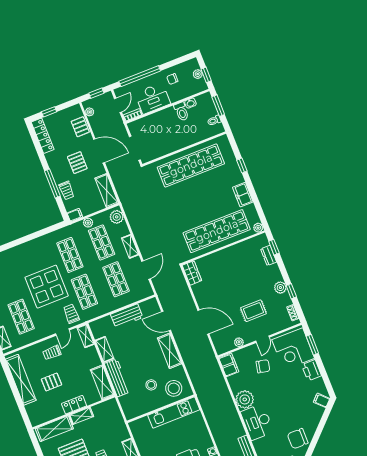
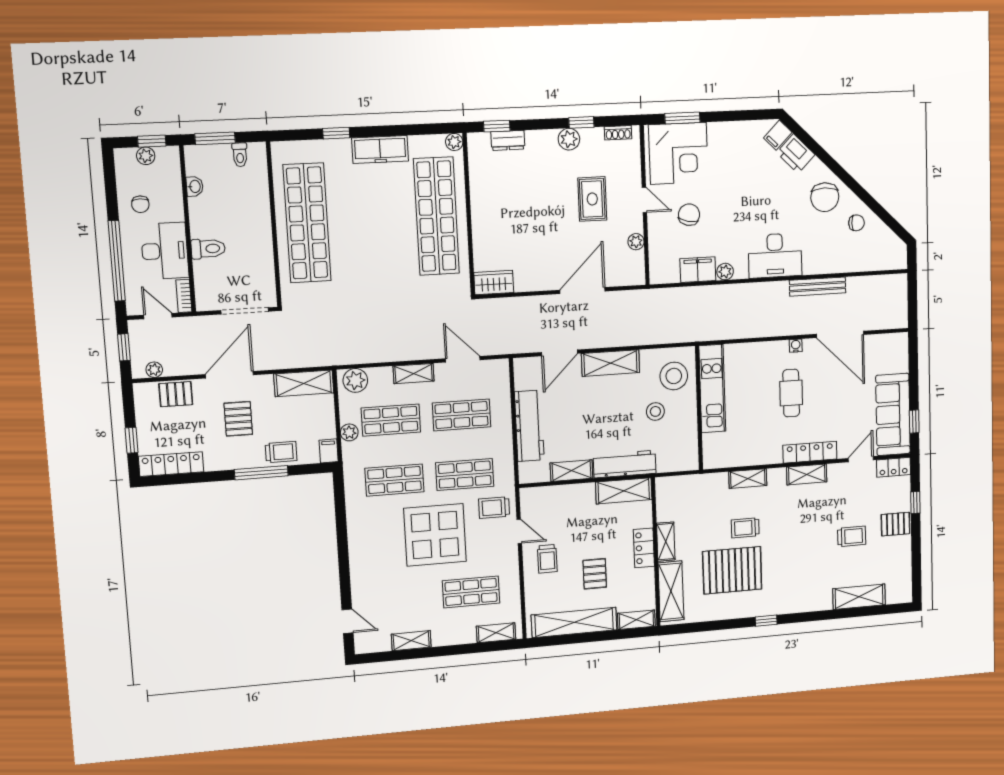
toilet: (181, 112) -> (208, 249), moved
pallet: (77, 163) -> (238, 419), turned 90
freezer: (243, 195) -> (380, 150), width x1.40
workbench: (127, 316) -> (529, 426), width x1.38
shelving: (86, 336) -> (636, 620), moved
filing cabinet: (229, 365) -> (698, 270), moved
printer: (311, 370) -> (796, 154), moved, turned 45
plant: (245, 399) -> (725, 272), width x0.53, depth x0.53

